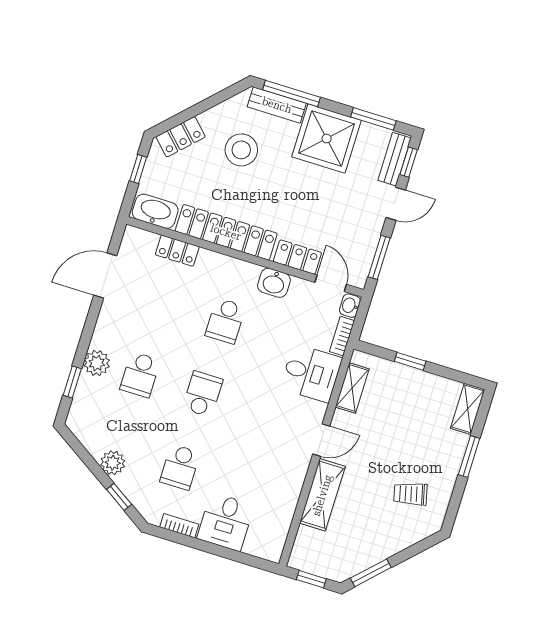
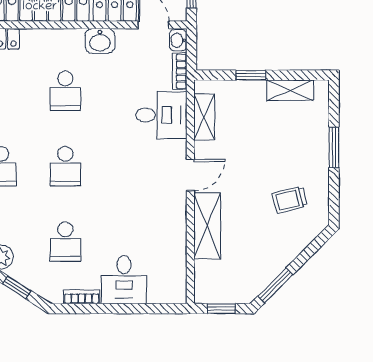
school desk: (203, 394) -> (65, 166), turned 180
shelving: (468, 409) -> (290, 90), moved, turned 90

